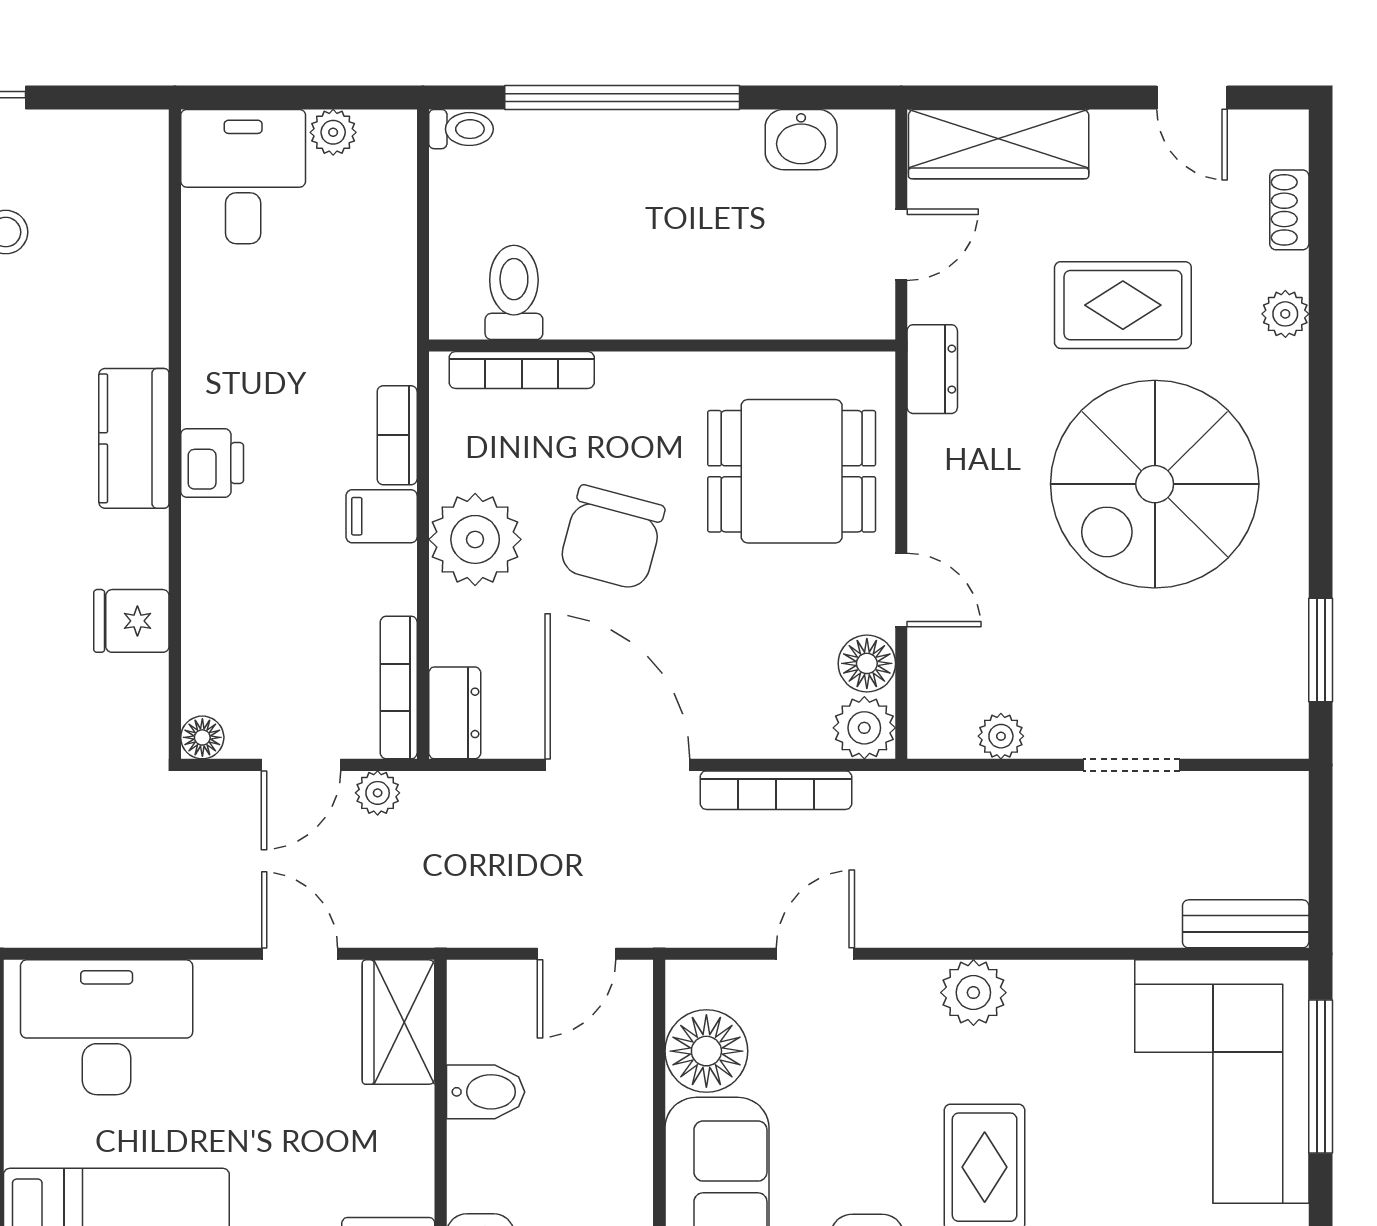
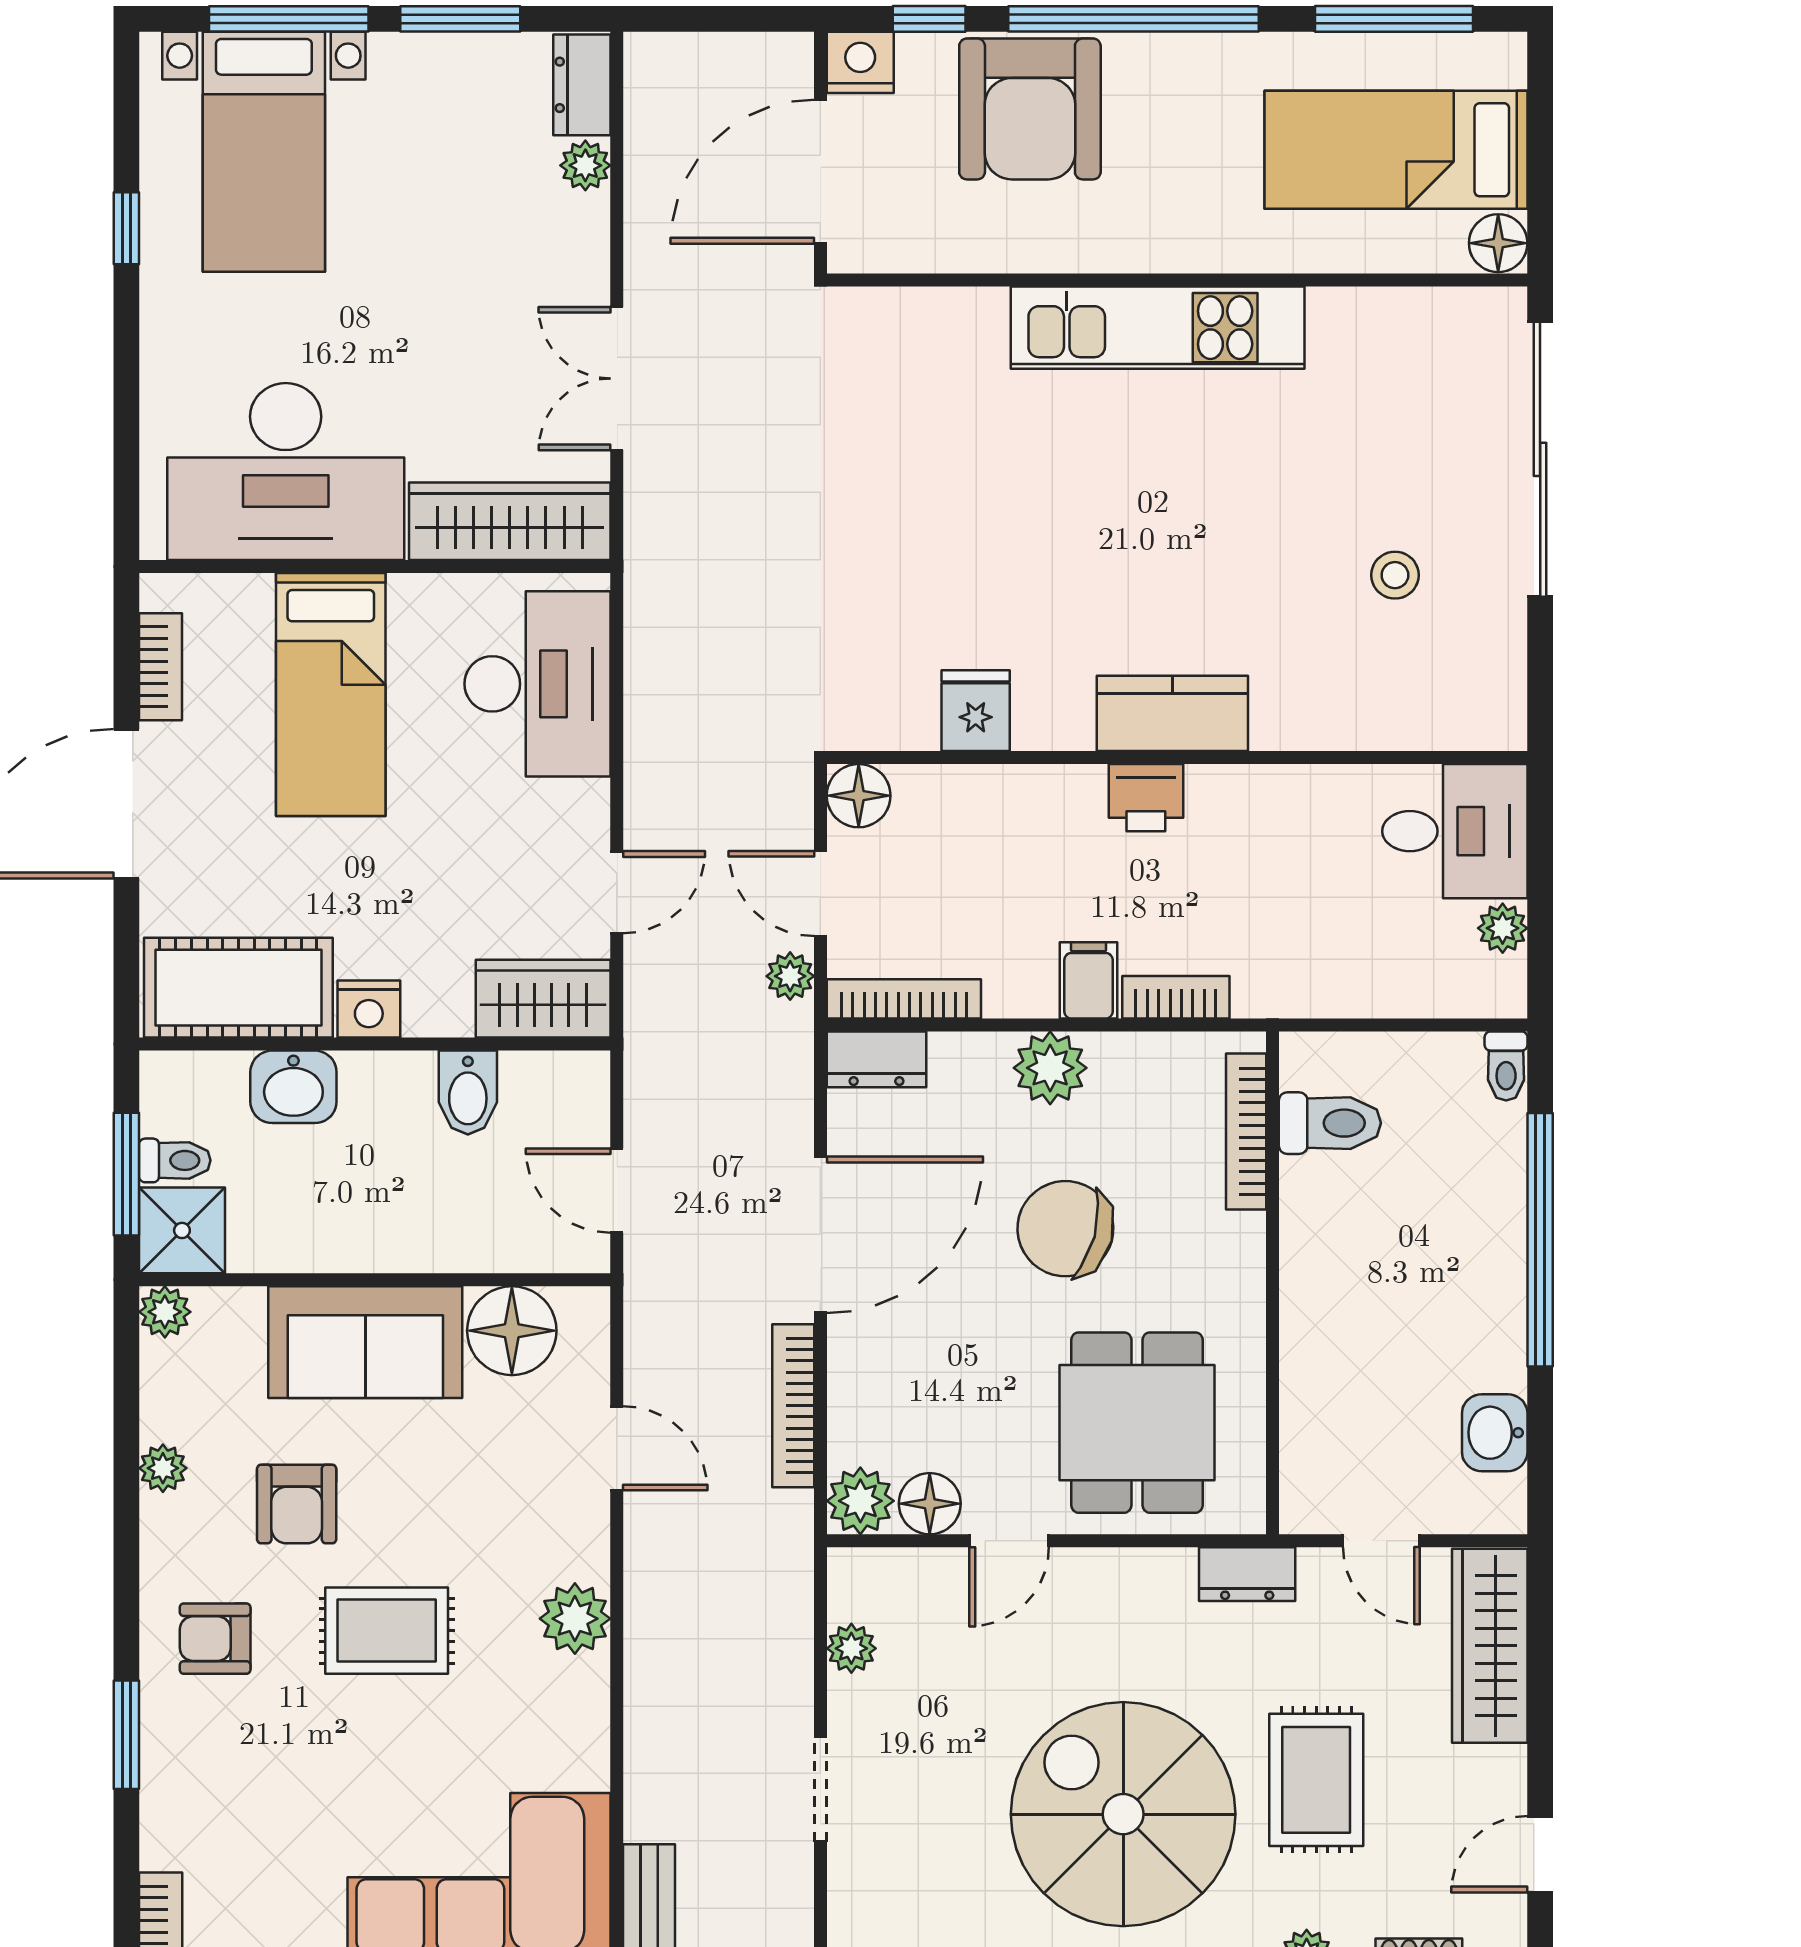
plant: (475, 539) -> (1050, 1068), width x0.73, depth x0.73
floor lamp: (202, 737) -> (859, 796), width x1.37, depth x1.37
nightstand: (408, 1184) -> (369, 1009), added

